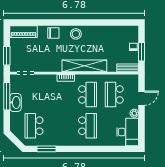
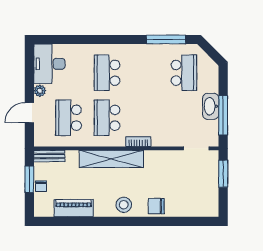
piano: (23, 32) -> (74, 208), moved
school desk: (114, 94) -> (69, 118), turned 180
window: (47, 149) -> (166, 40), width x1.44

